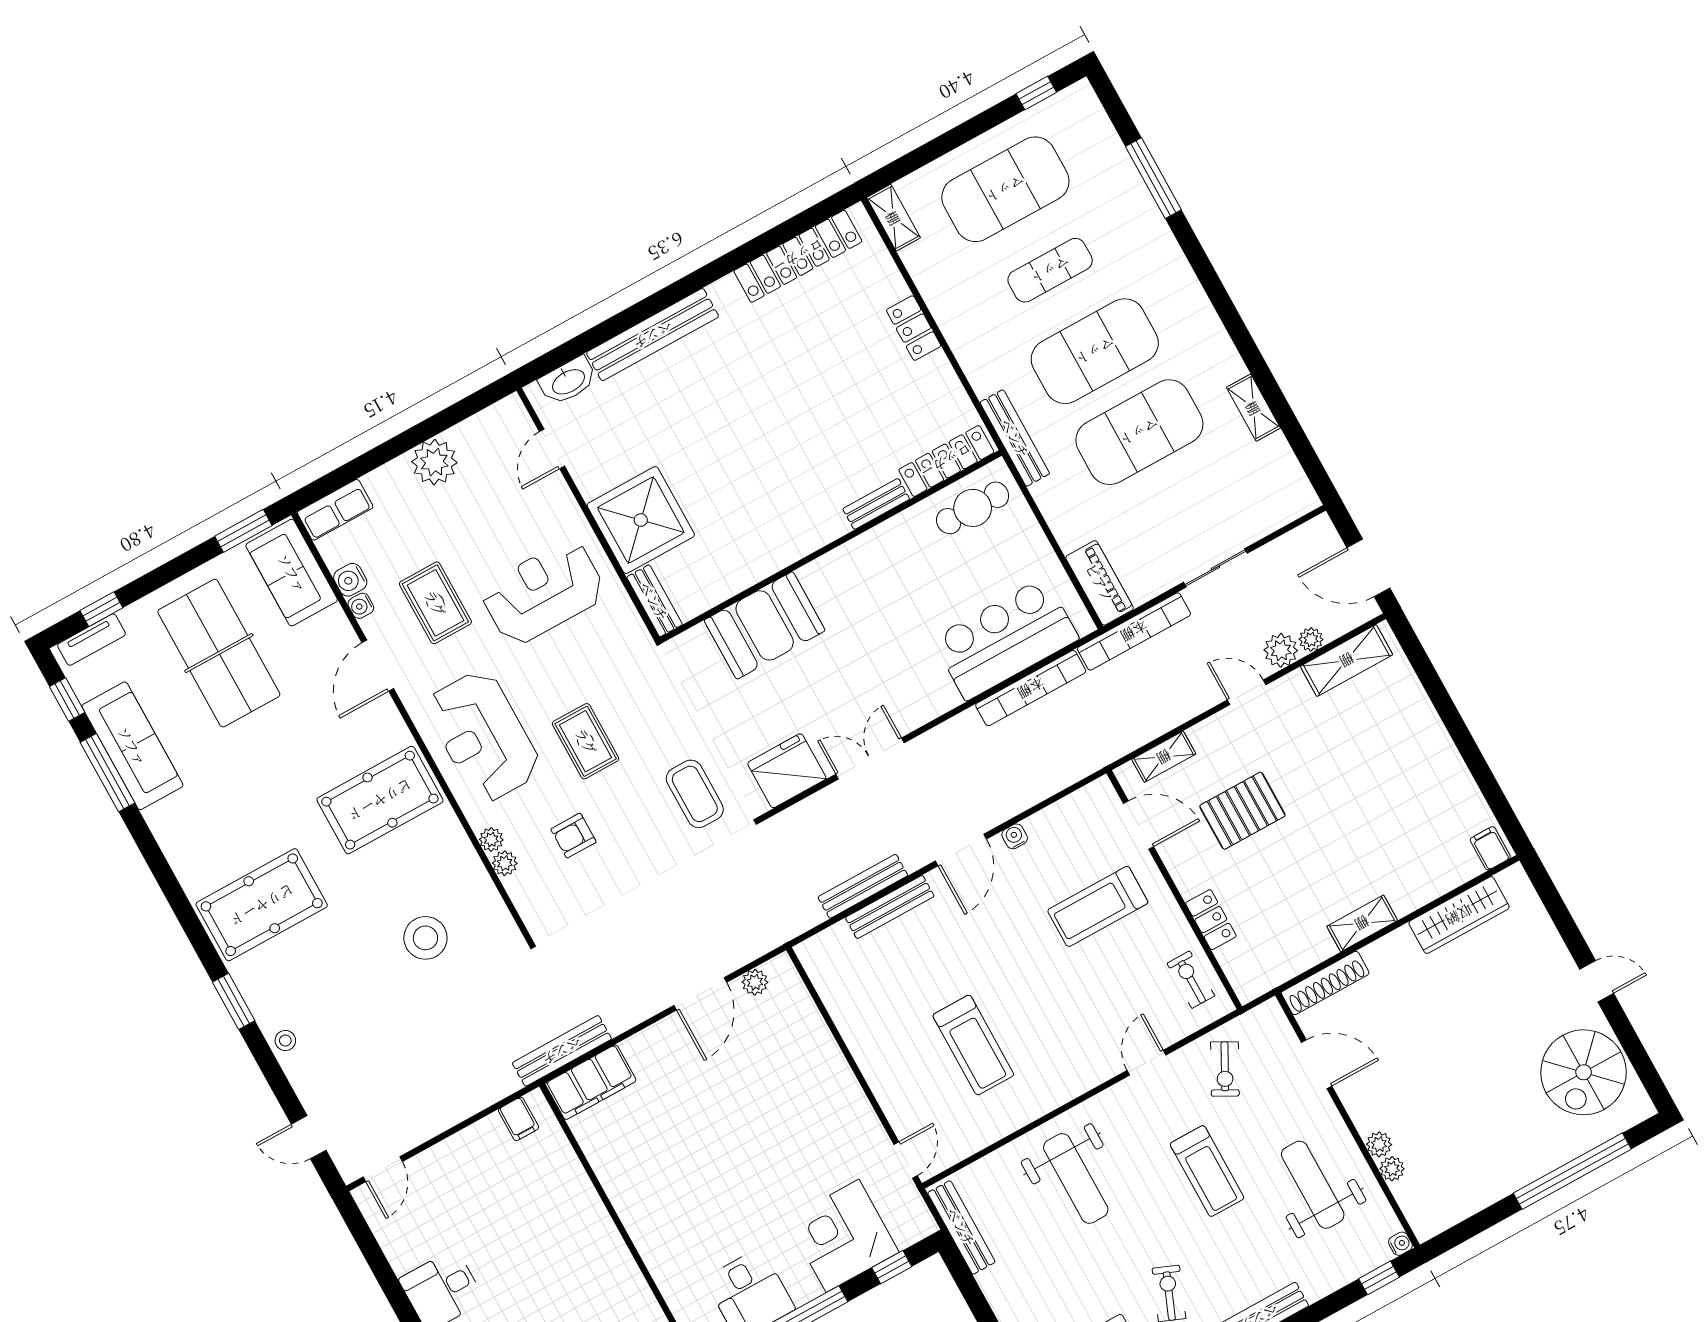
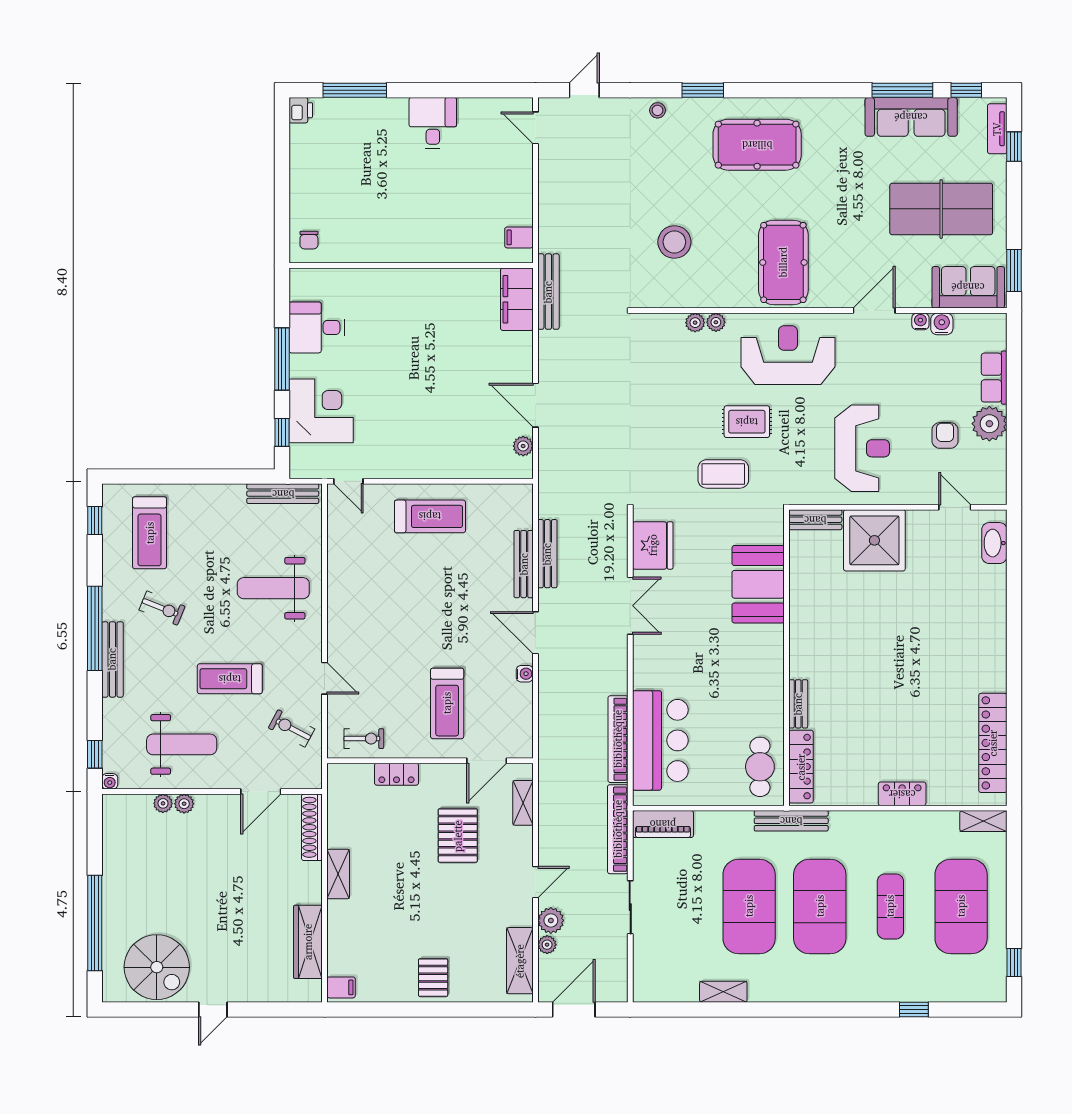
window: (1153, 178) -> (914, 1010), width x0.46
bench: (653, 335) -> (994, 617), removed
row of seats: (335, 510) -> (994, 378), moved
rug: (435, 603) -> (895, 372), removed
door: (378, 666) -> (874, 311), hinge flipped
pallet: (1421, 749) -> (433, 978), added
coffee table: (695, 794) -> (723, 474), moved
armchair: (573, 836) -> (945, 435), moved
pool table: (262, 905) -> (757, 145), turned 90
treadmill: (1098, 906) -> (447, 703), turned 180
treadmill: (973, 1045) -> (430, 516), moved, turned 180
spiral stairs: (1584, 1072) -> (157, 967), turned 180

